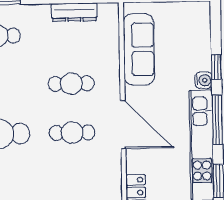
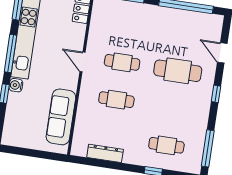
door: (123, 125) -> (83, 62), width x0.53

